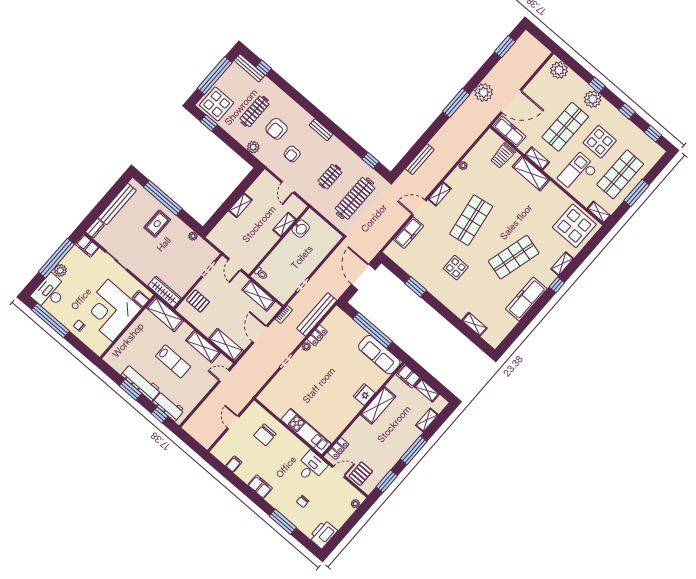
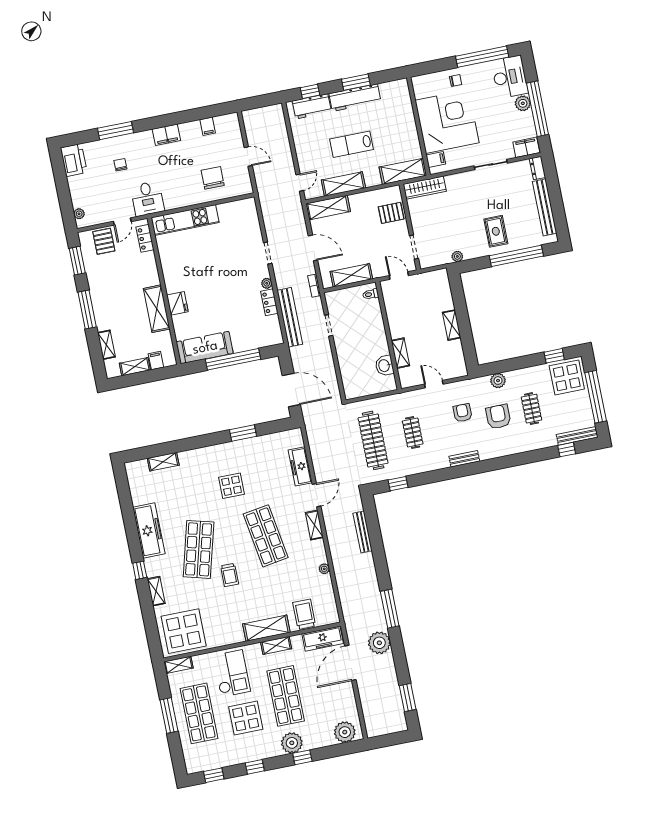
clothes rail: (255, 111) -> (531, 409), width x0.73
trolley: (515, 224) -> (230, 575), added
filing cabinet: (408, 376) -> (156, 361), width x0.50

